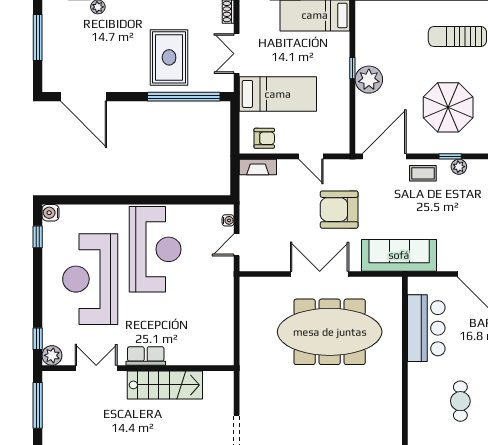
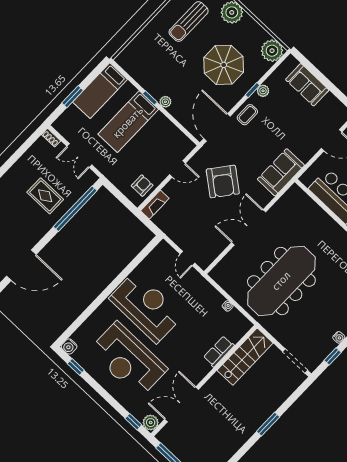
rug: (169, 57) -> (45, 196), width x0.73, depth x0.70
plant: (369, 80) -> (165, 102), width x0.53, depth x0.53
bed: (278, 94) -> (128, 122), moved, turned 180
armchair: (339, 210) -> (223, 182), turned -52
water cooler: (228, 220) -> (228, 306), moved
sofa: (399, 255) -> (281, 172), width x0.73
meeting table: (330, 332) -> (281, 281), moved
row of seats: (146, 356) -> (219, 351), moved
double door: (96, 368) -> (182, 404), width x1.37
stairs: (165, 385) -> (245, 357), moved

